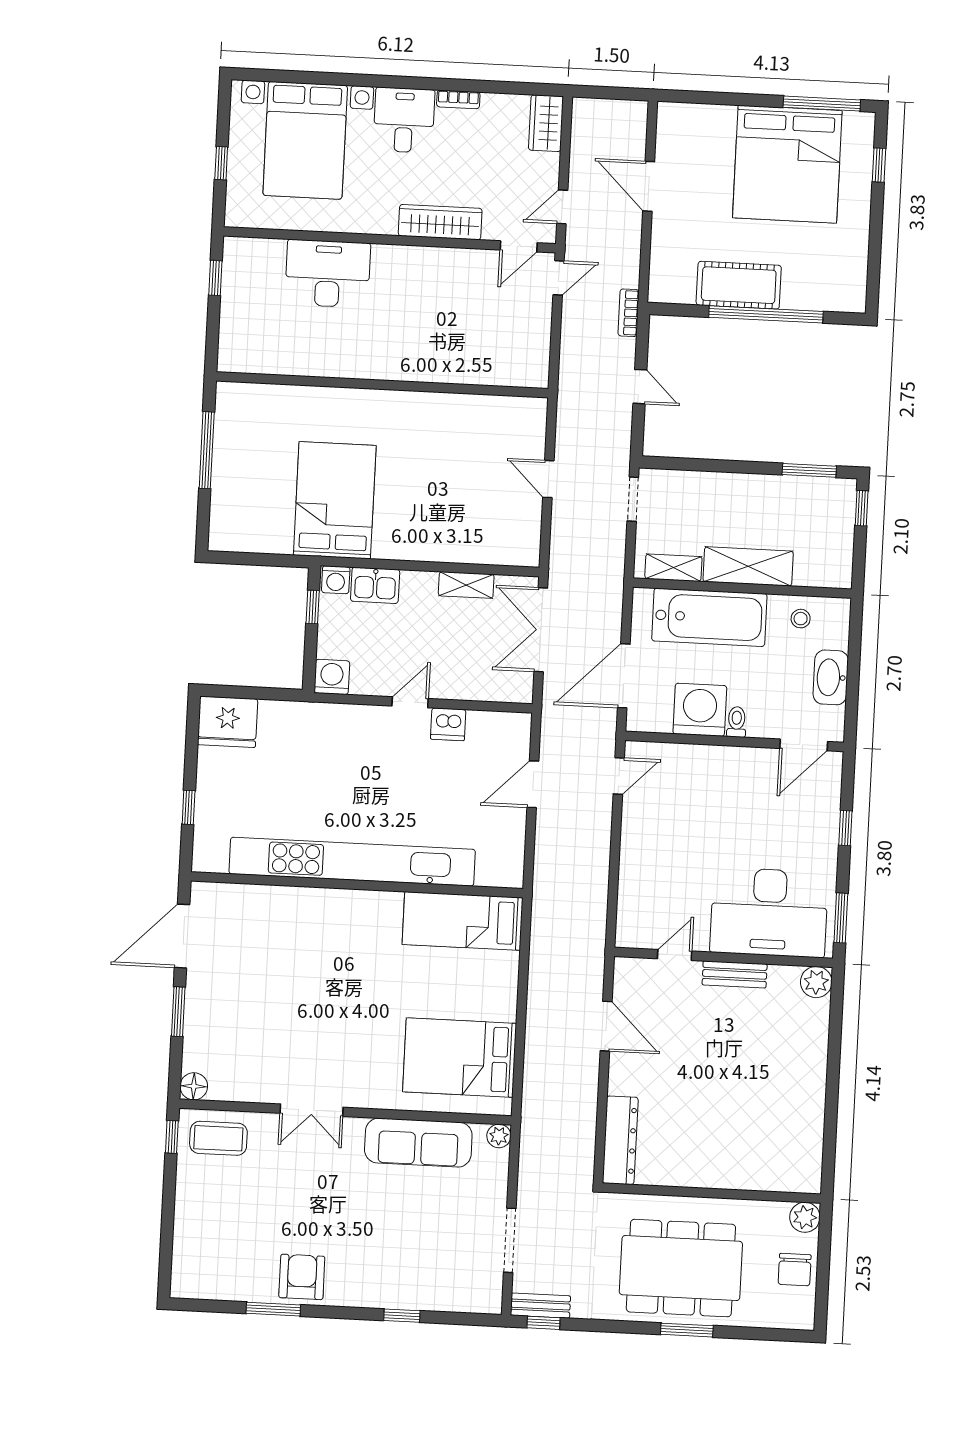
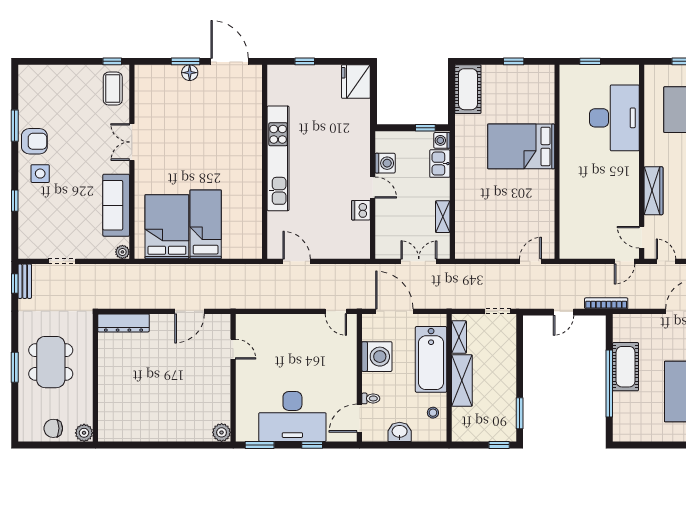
desk: (328, 274) -> (614, 118), width x1.36, depth x1.30
window: (215, 278) -> (590, 61), moved
door: (559, 278) -> (624, 261), hinge flipped
bookcase: (629, 313) -> (606, 303), width x1.56
window: (207, 450) -> (514, 61), width x0.46
door: (548, 479) -> (531, 261), moved
bed: (335, 500) -> (521, 146), moved, turned 180
cot: (250, 531) -> (468, 89), added
double door: (541, 630) -> (419, 261), width x0.73
washing machine: (332, 677) -> (385, 163), moved
washbasin: (831, 677) -> (400, 432), width x0.72
toilet: (737, 722) -> (371, 398), moved
door: (804, 745) -> (359, 418), hinge flipped
door: (533, 784) -> (297, 261), moved
kitchen unit: (352, 862) -> (278, 158), width x0.73
desk: (769, 912) -> (292, 417), moved, turned -90
bed: (463, 921) -> (206, 224), moved
bench: (735, 974) -> (224, 385), removed
floor lamp: (194, 1086) -> (190, 73), moved
doorway: (510, 1240) -> (62, 261), width x0.73
dining table: (681, 1268) -> (51, 362), width x0.73, depth x0.80
side table: (358, 1270) -> (40, 174), added

